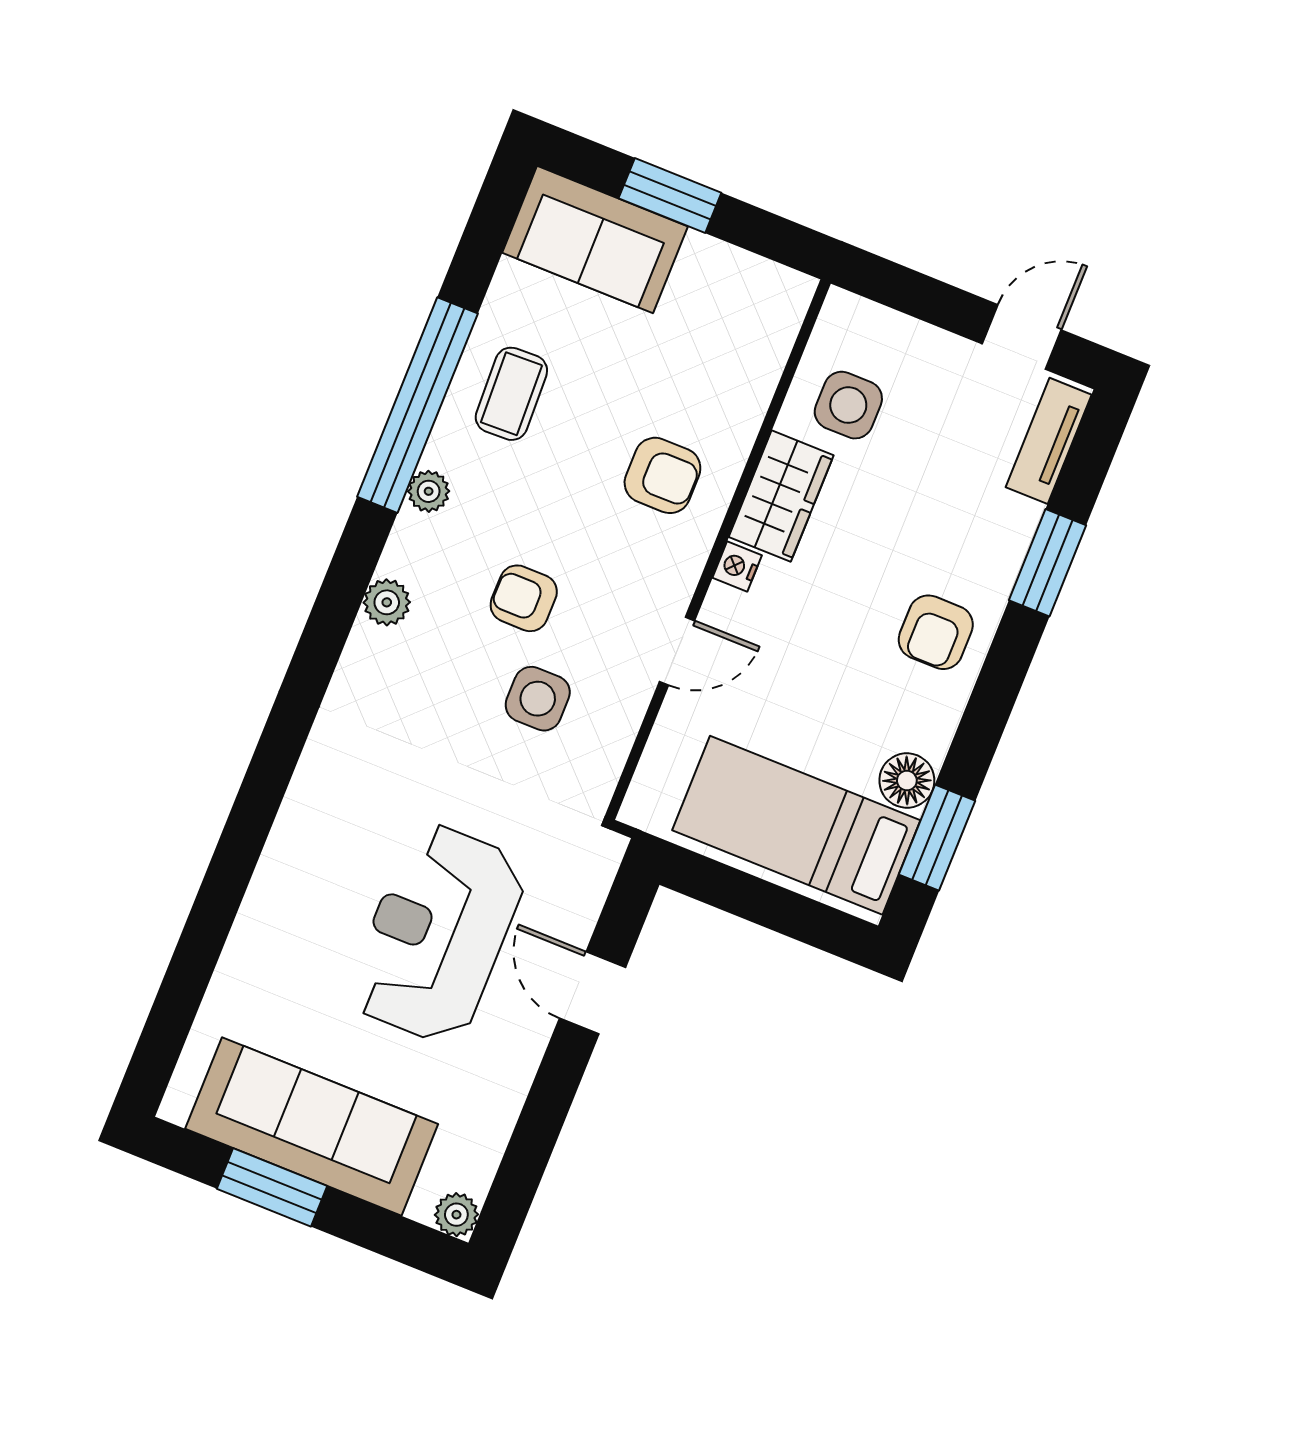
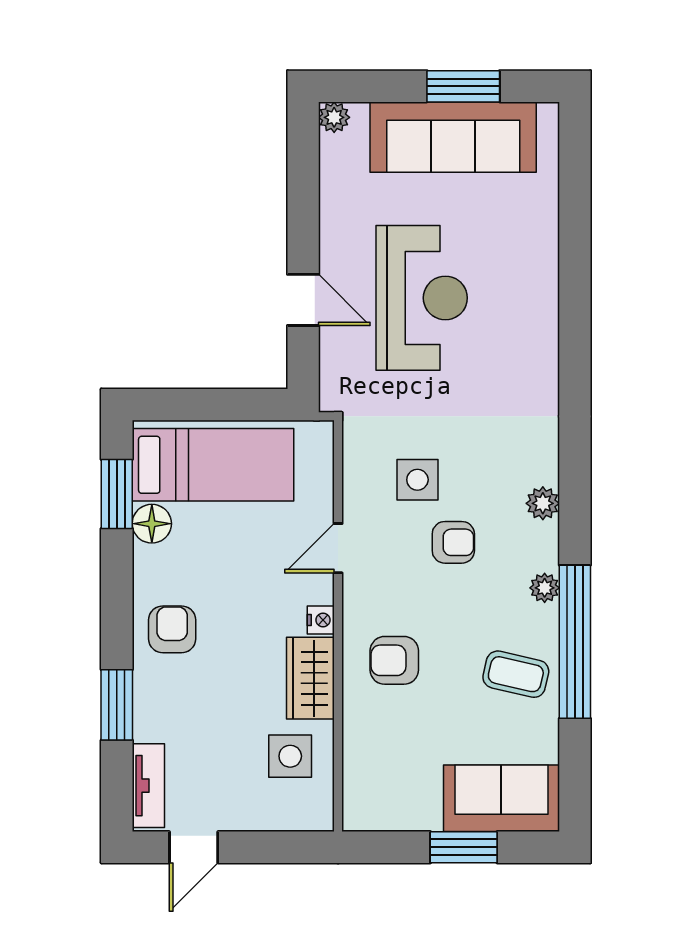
coffee table: (511, 394) -> (516, 674), turned -75

